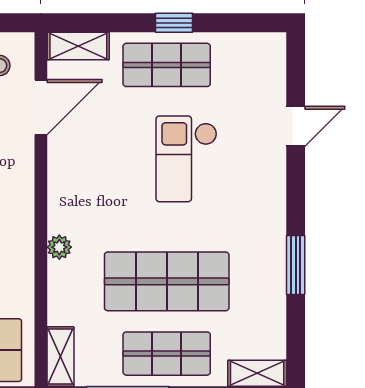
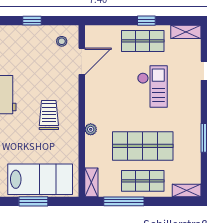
shelving: (78, 46) -> (186, 32), moved
checkout: (186, 159) -> (152, 86), turned 180

